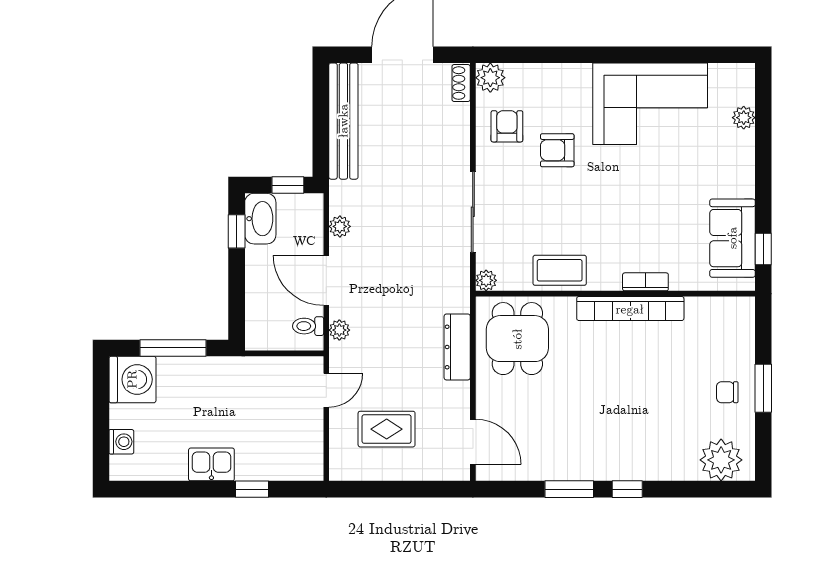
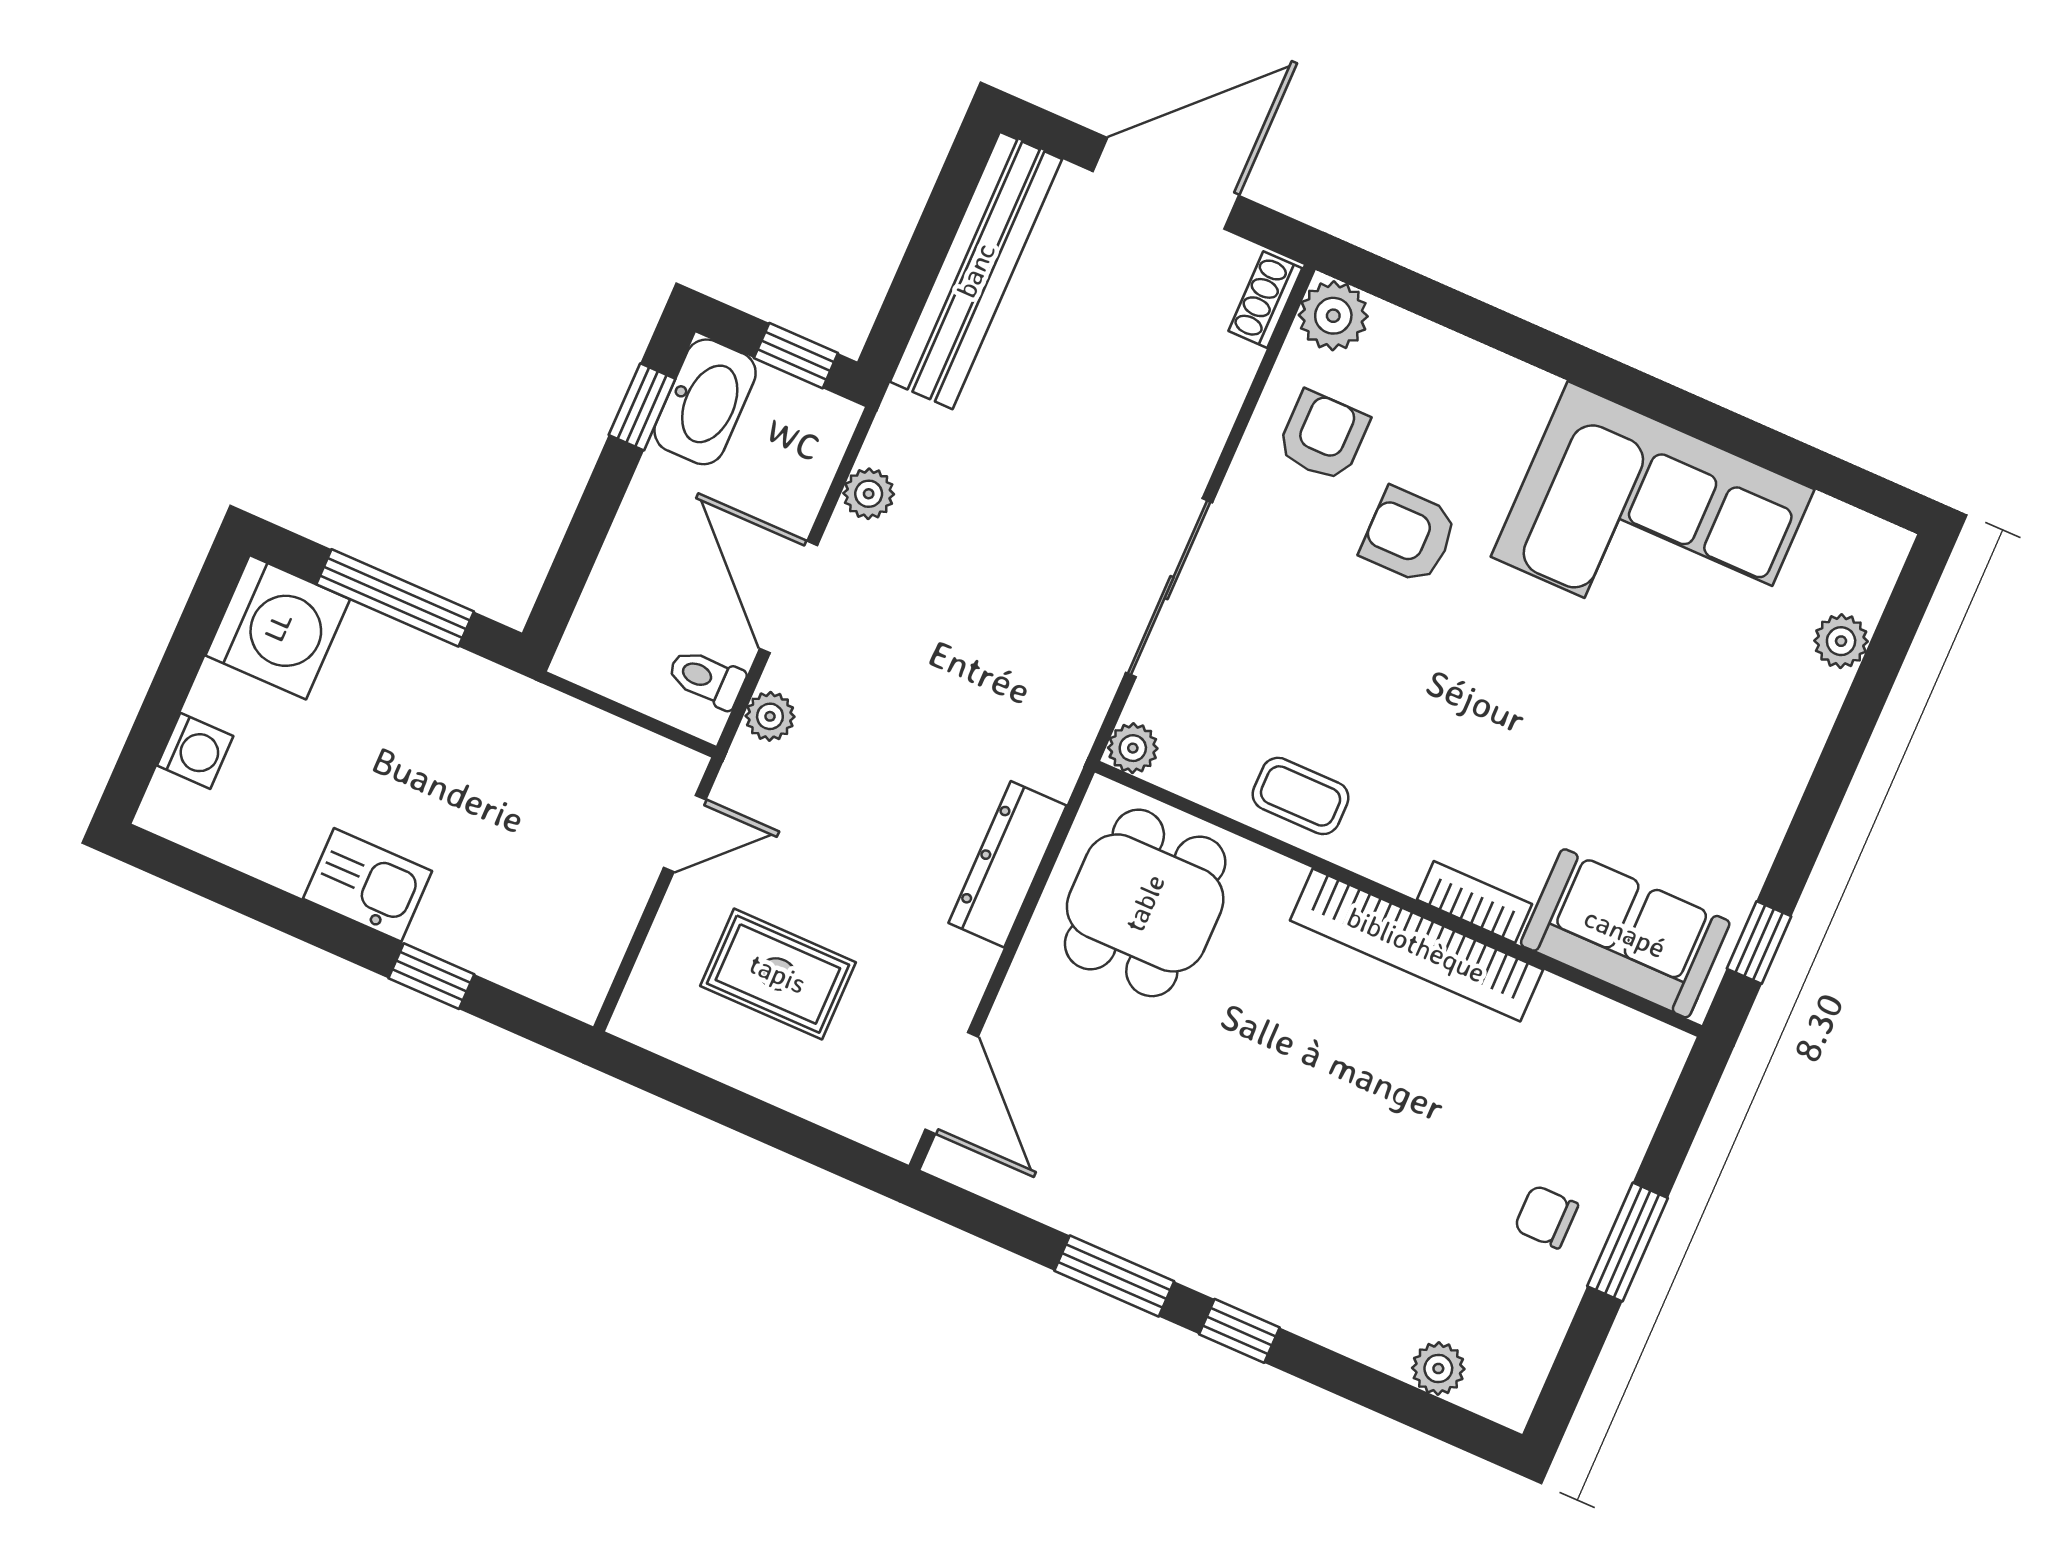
sofa: (732, 238) -> (1625, 933), moved, turned 90
coffee table: (560, 270) -> (1301, 796), width x0.73, depth x0.77
plant: (721, 460) -> (1438, 1369), width x0.53, depth x0.53

